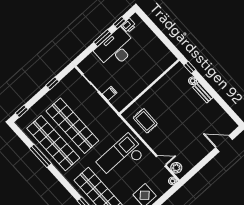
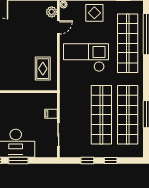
window: (22, 111) -> (111, 161), moved
checkout: (121, 157) -> (86, 58), turned 180
door: (161, 161) -> (58, 27), swing flipped

